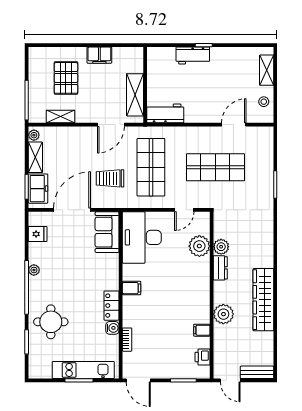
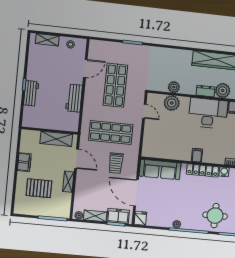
workbench: (165, 113) -> (74, 98), moved
shelving: (61, 117) -> (68, 182), moved
door: (234, 125) -> (85, 68), swing flipped
sofa: (107, 232) -> (160, 170), width x1.36
fridge: (38, 234) -> (140, 218), moved
desk: (142, 237) -> (208, 113), moved, turned 180
dresser: (220, 268) -> (206, 91), moved
locker: (111, 306) -> (202, 170), width x1.53

